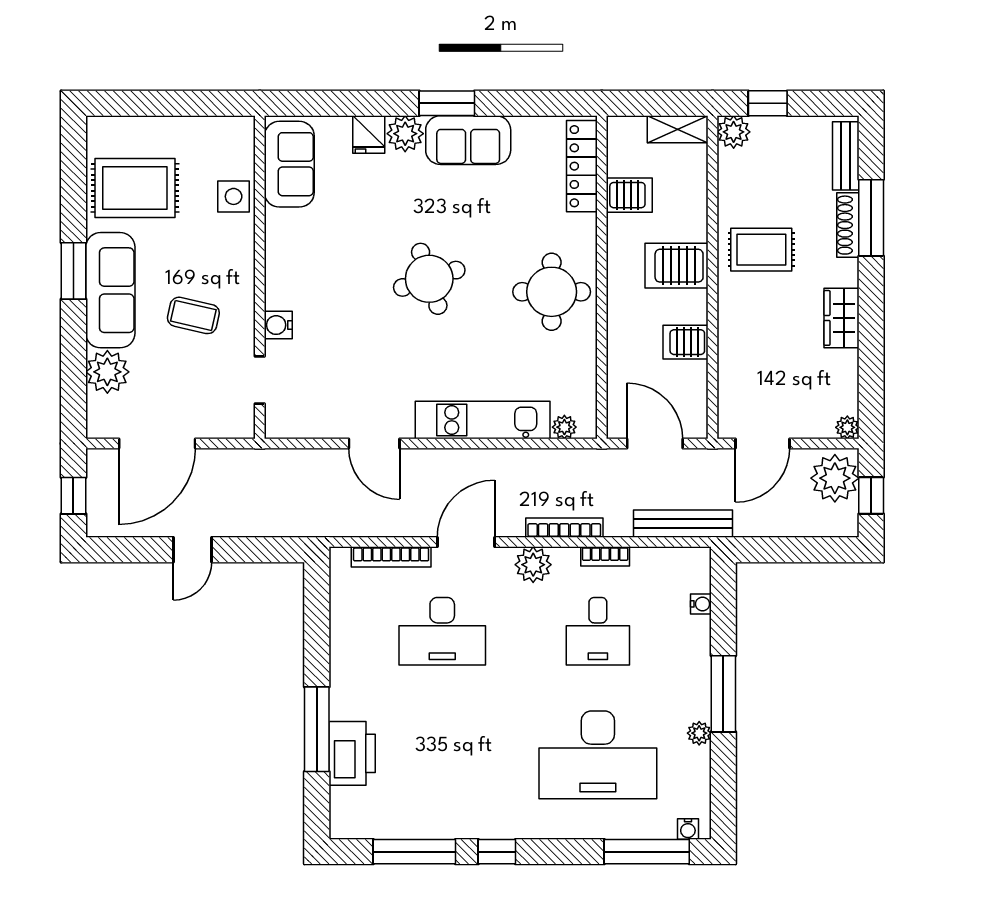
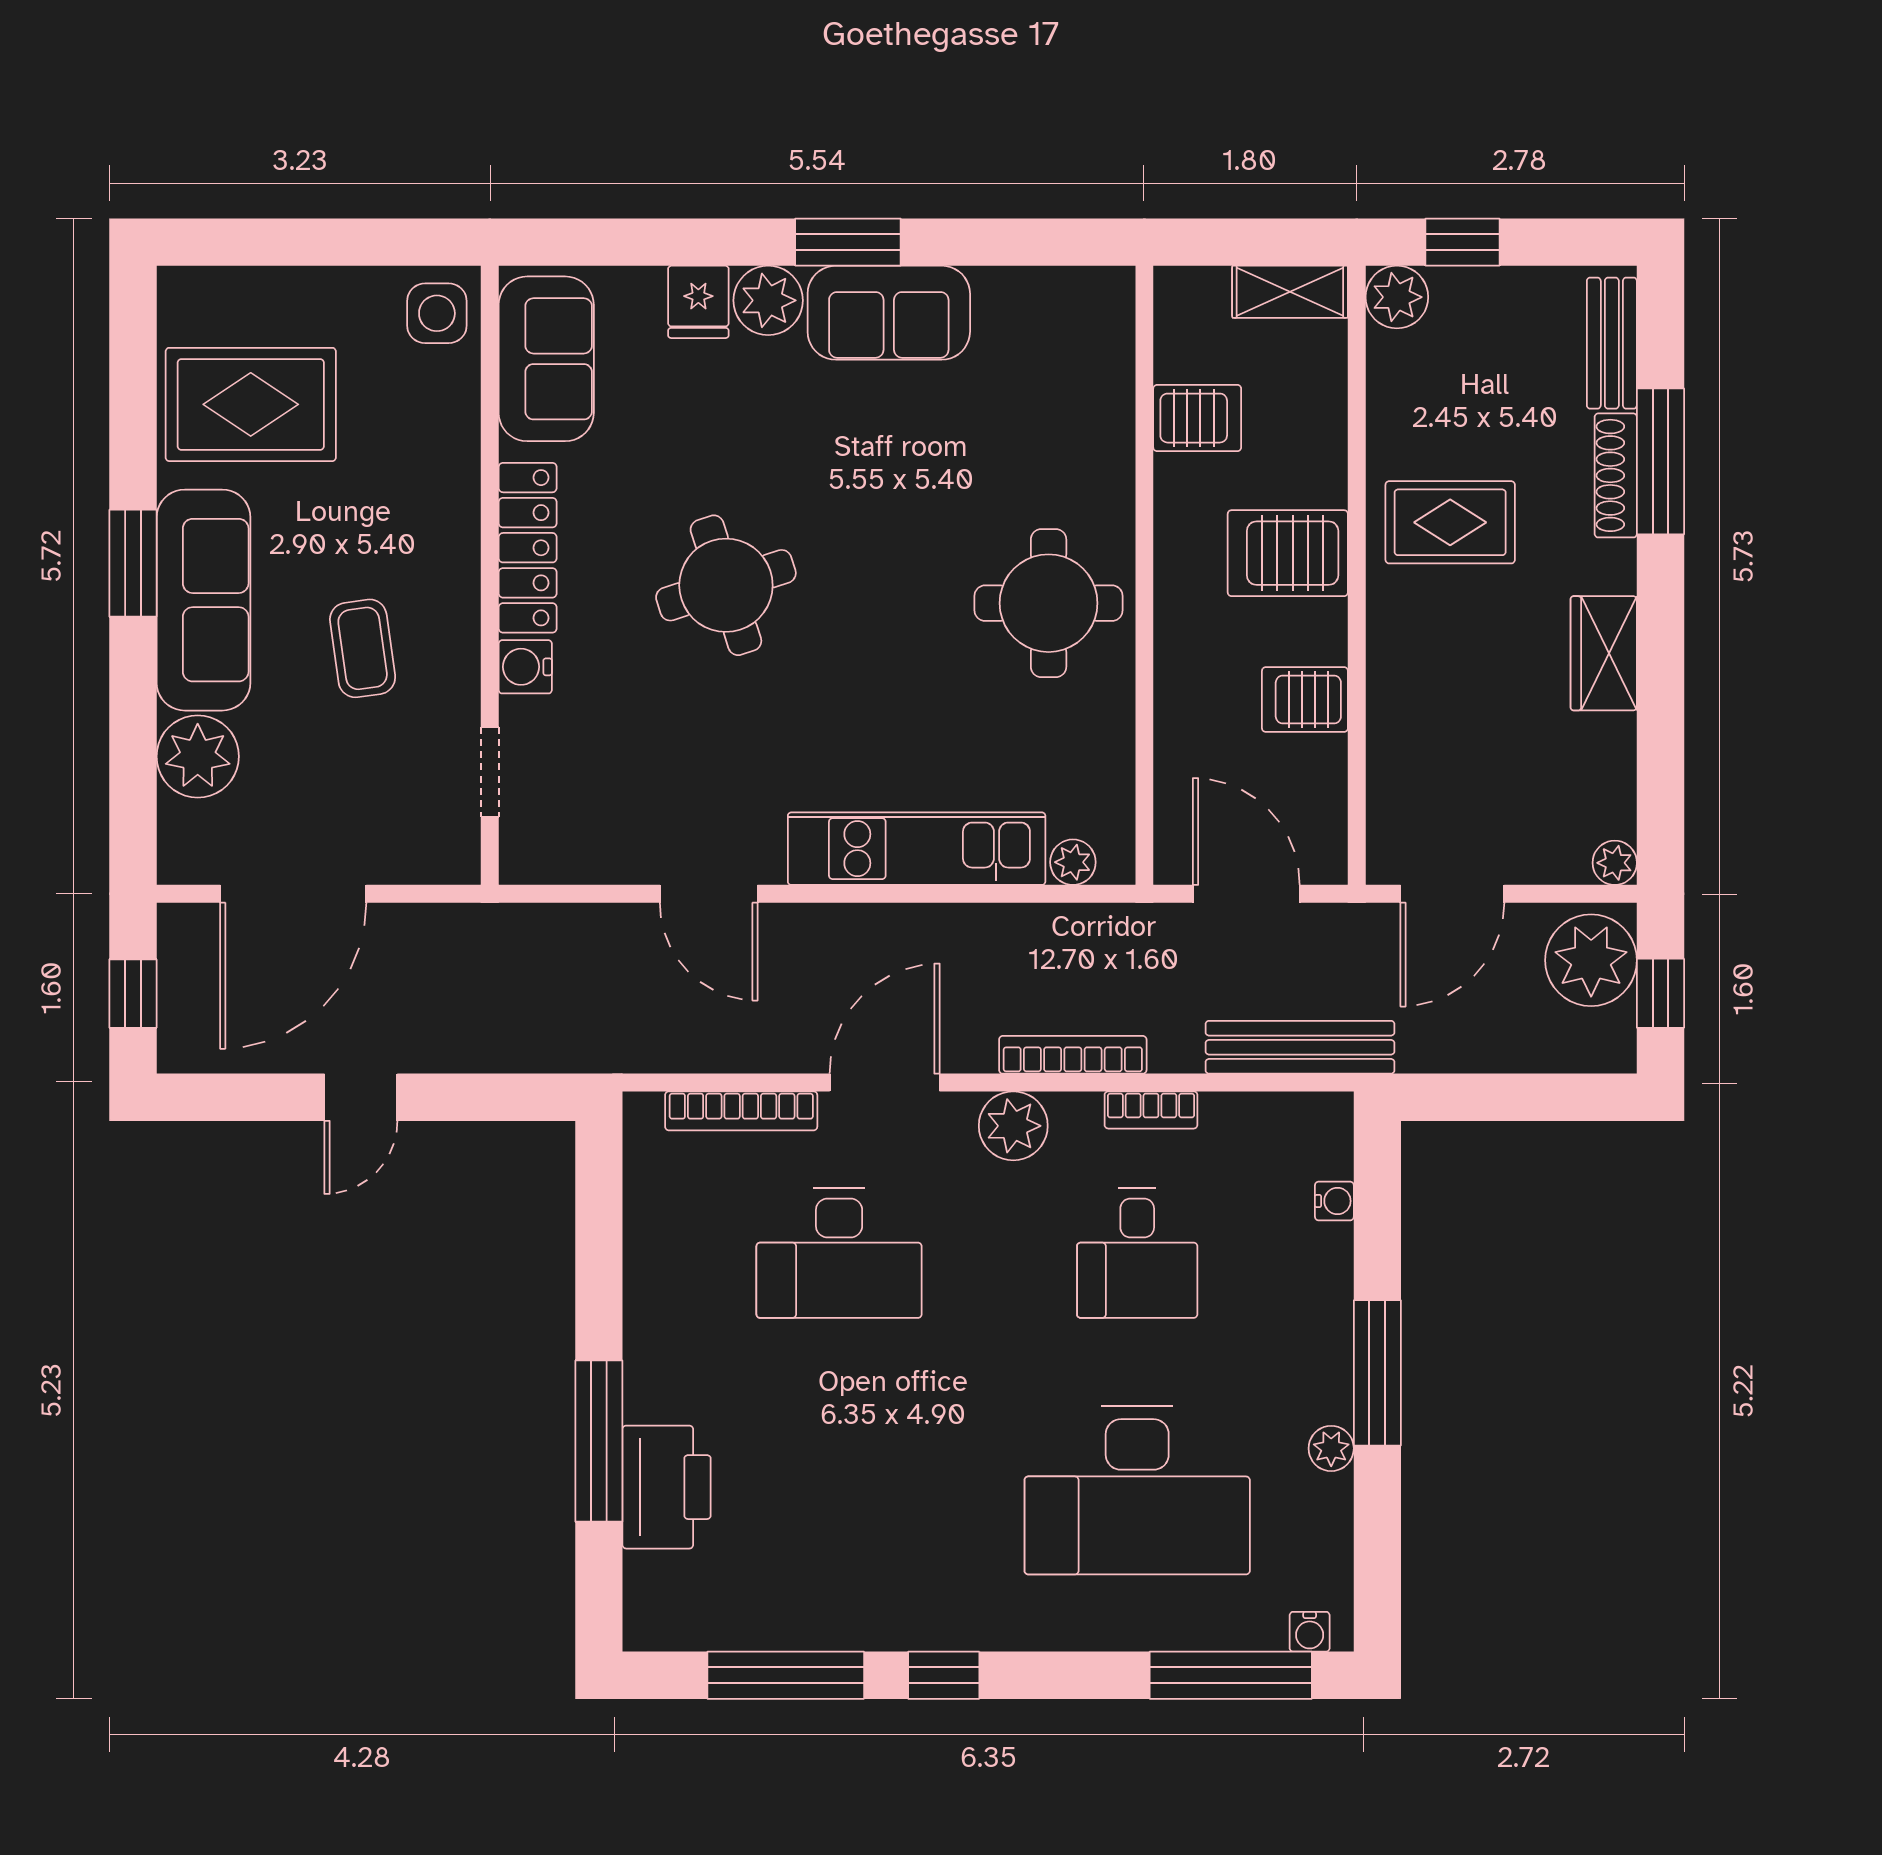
locker: (582, 166) -> (528, 548), moved, turned 180
side table: (234, 196) -> (437, 313), moved
round table: (429, 279) -> (726, 585), moved
coffee table: (193, 315) -> (363, 648), turned 69

